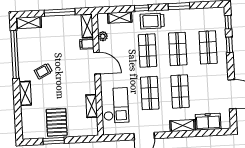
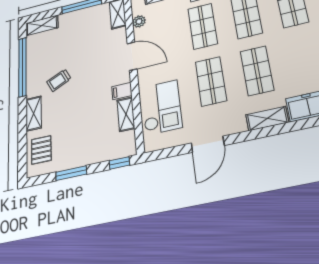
filing cabinet: (87, 44) -> (122, 91), moved
pallet: (57, 122) -> (41, 150), moved, width x0.67, depth x0.71
window: (86, 139) -> (119, 163), added

